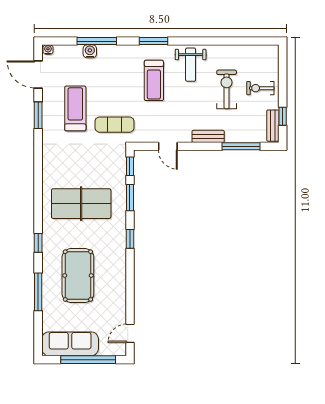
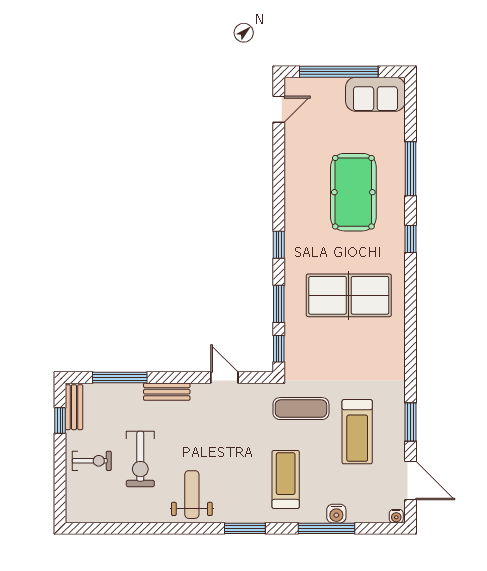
treadmill: (154, 80) -> (286, 479), moved
sofa: (70, 344) -> (375, 94), width x0.73

